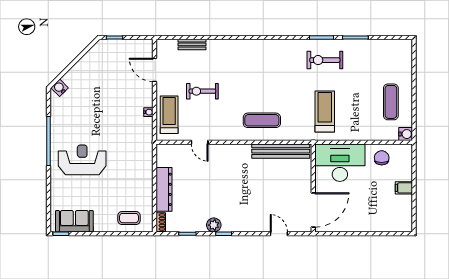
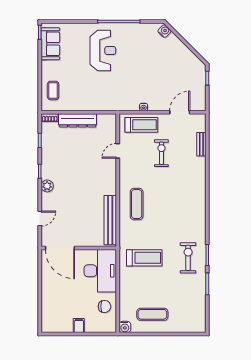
plant: (214, 225) -> (47, 186), moved

